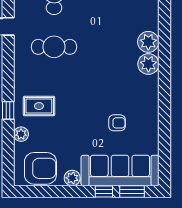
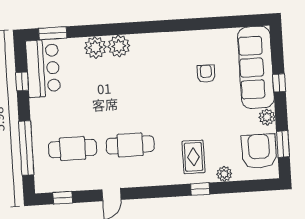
cafe table: (54, 47) -> (130, 145), turned 90
plant: (148, 64) -> (95, 47), moved
window: (132, 191) -> (283, 144), moved

